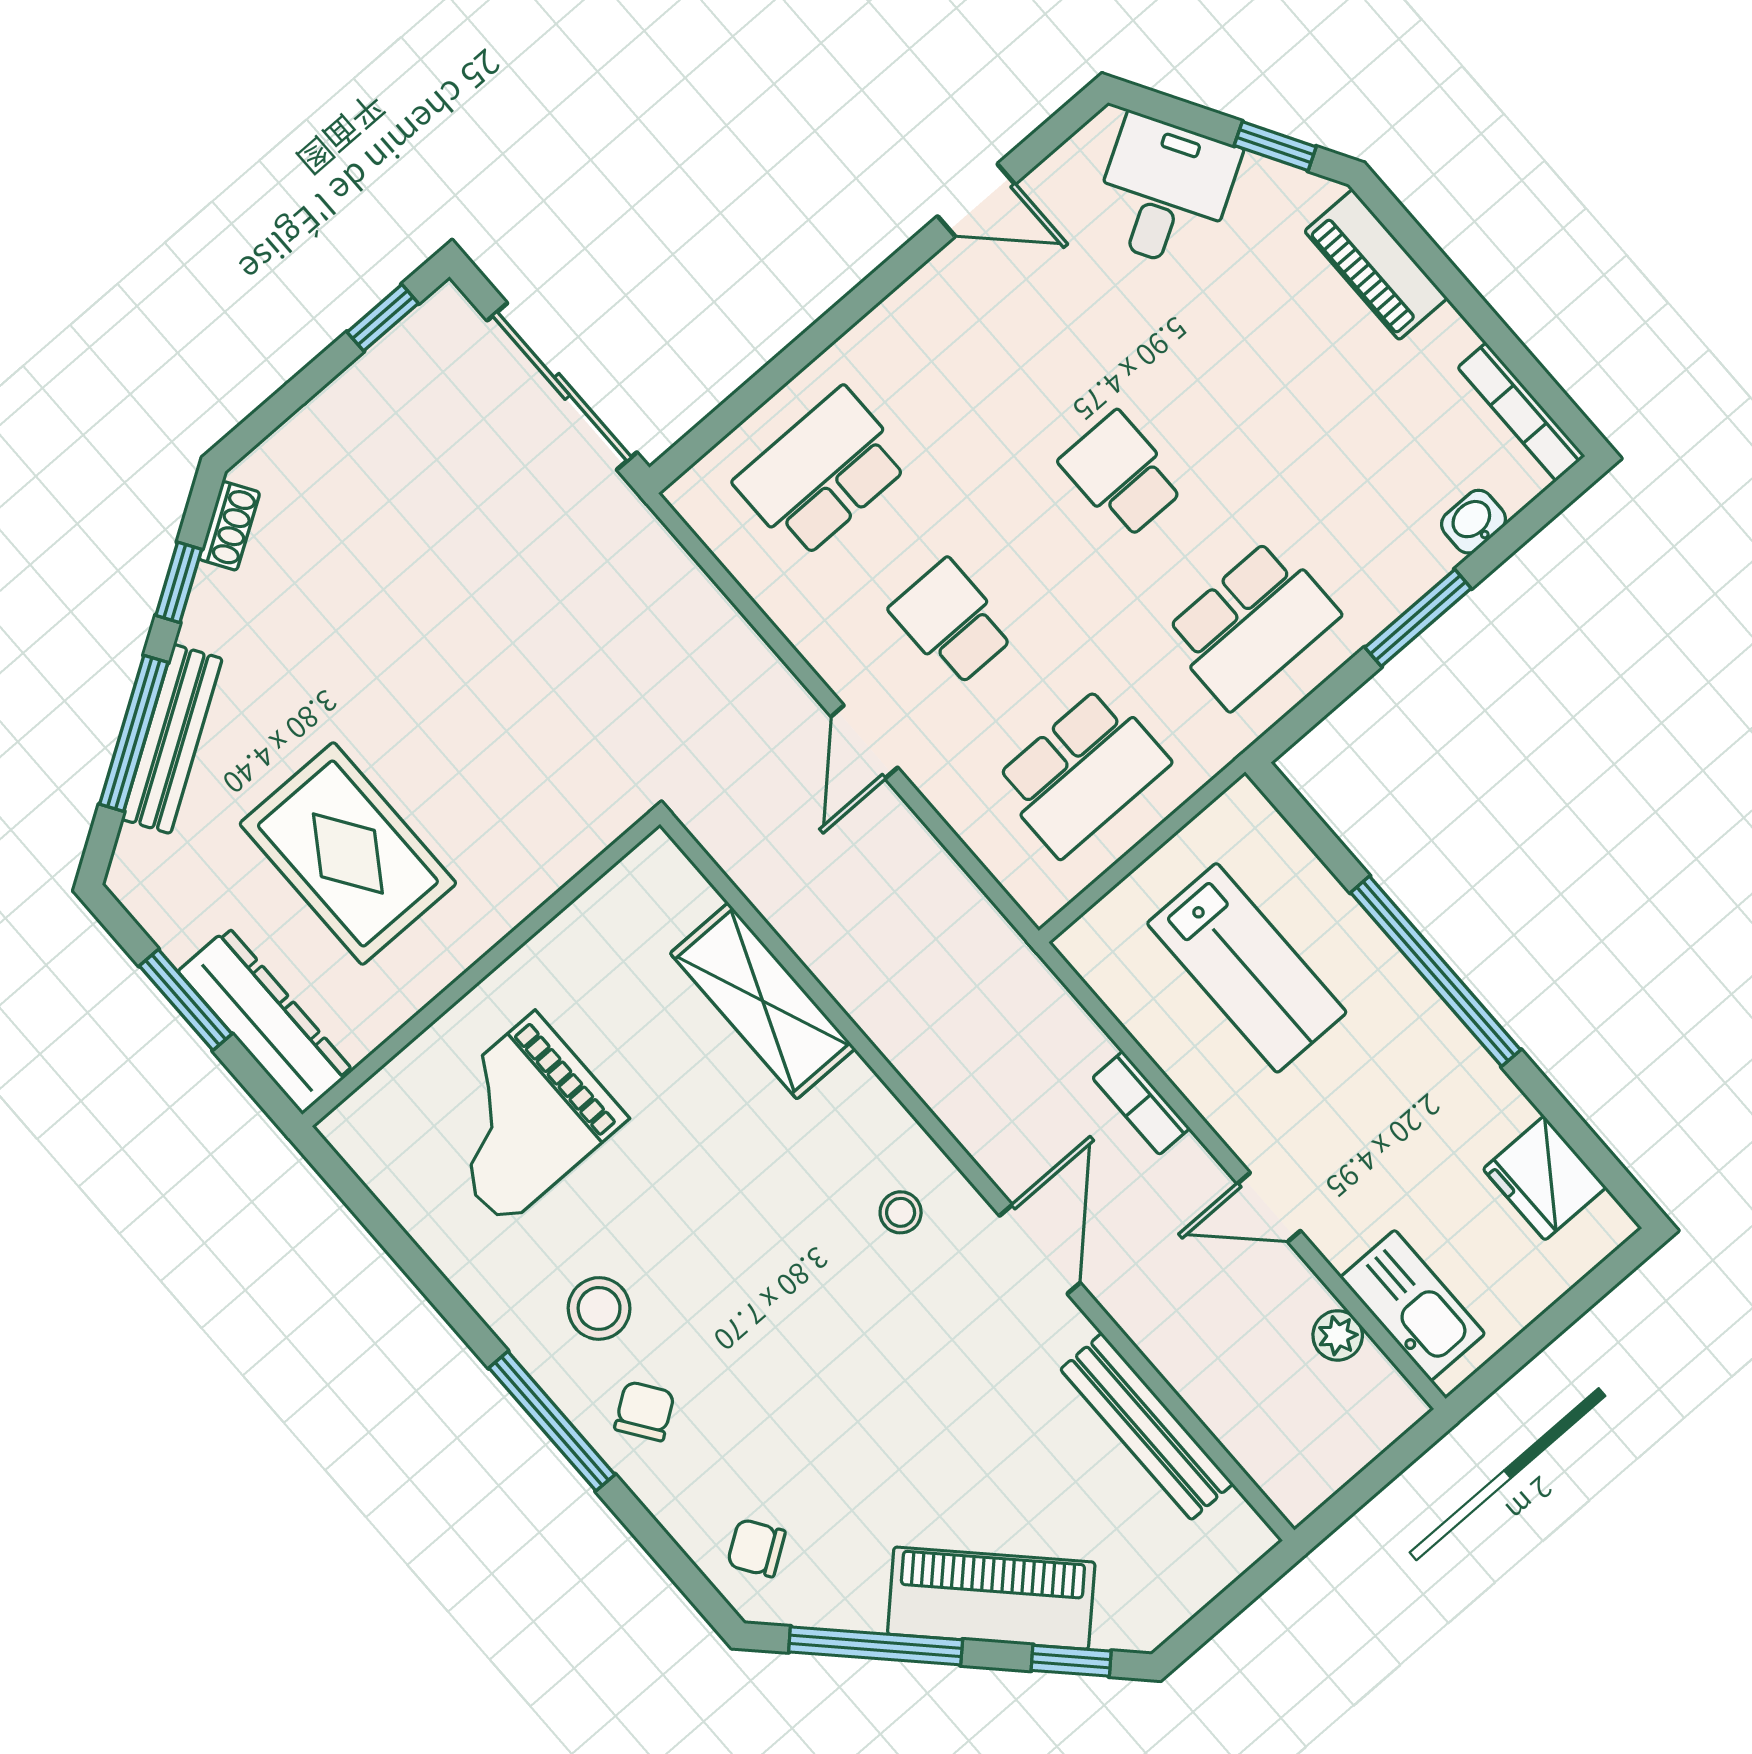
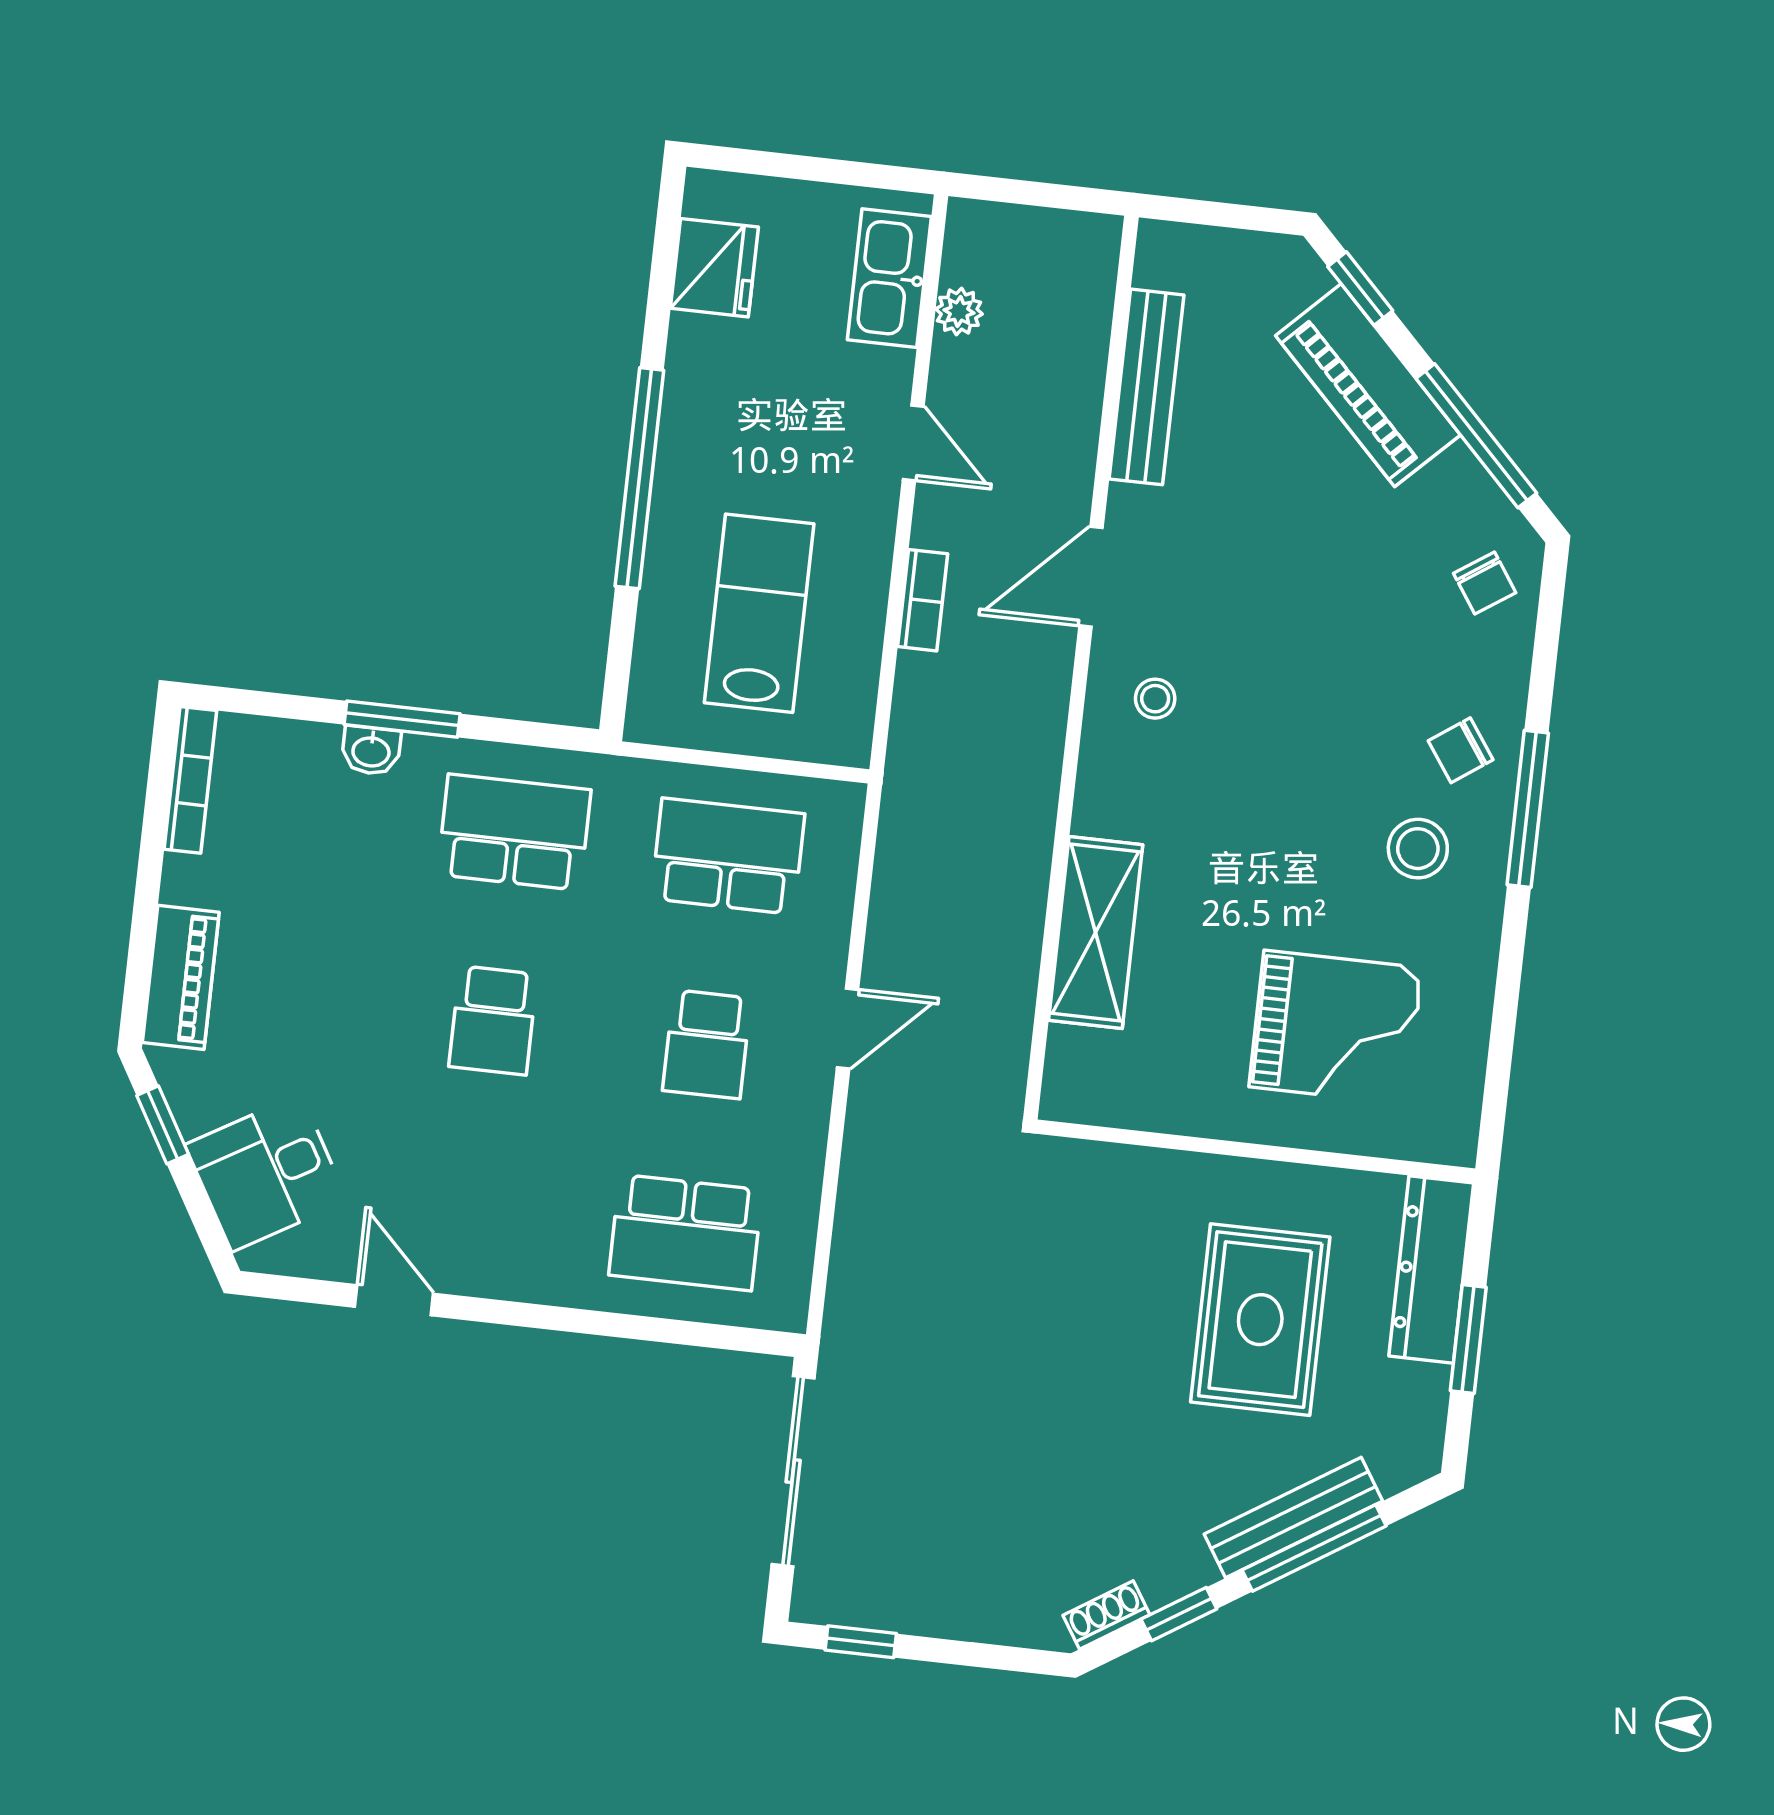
washbasin: (1474, 522) -> (371, 751), moved

